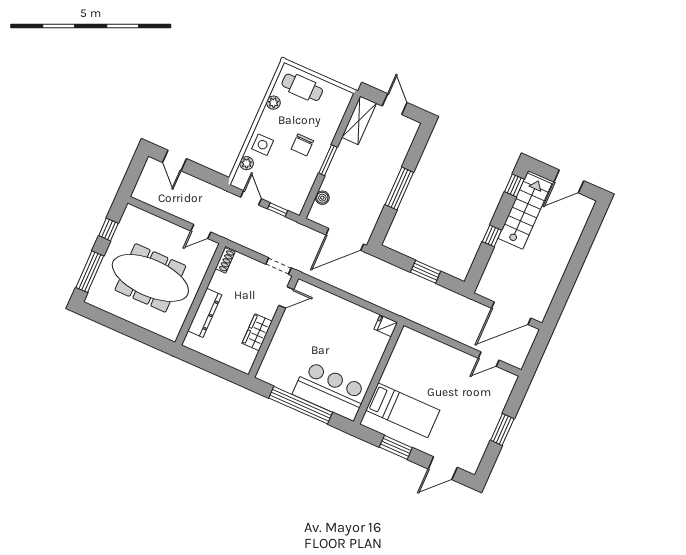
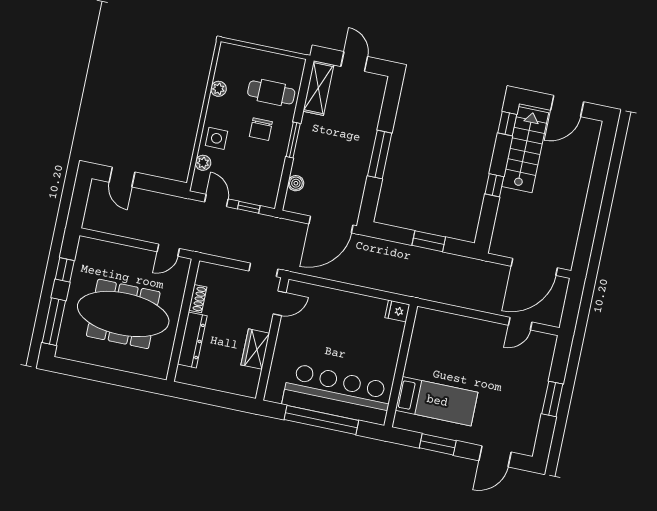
cafe table: (302, 87) -> (271, 92), moved
shoe rack: (225, 260) -> (198, 299), moved
bar counter: (330, 391) -> (337, 394), width x1.36

